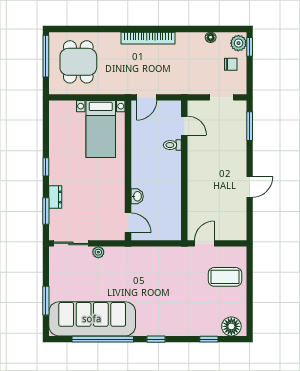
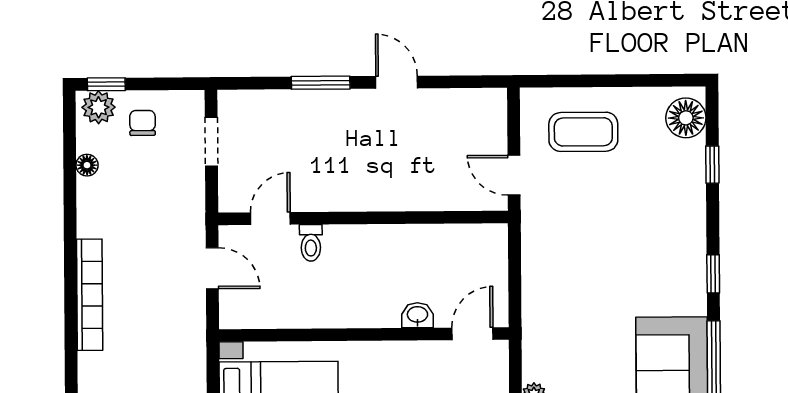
door: (147, 97) -> (212, 268), moved
window: (250, 126) -> (321, 83), moved
coffee table: (225, 277) -> (583, 132), turned 90

